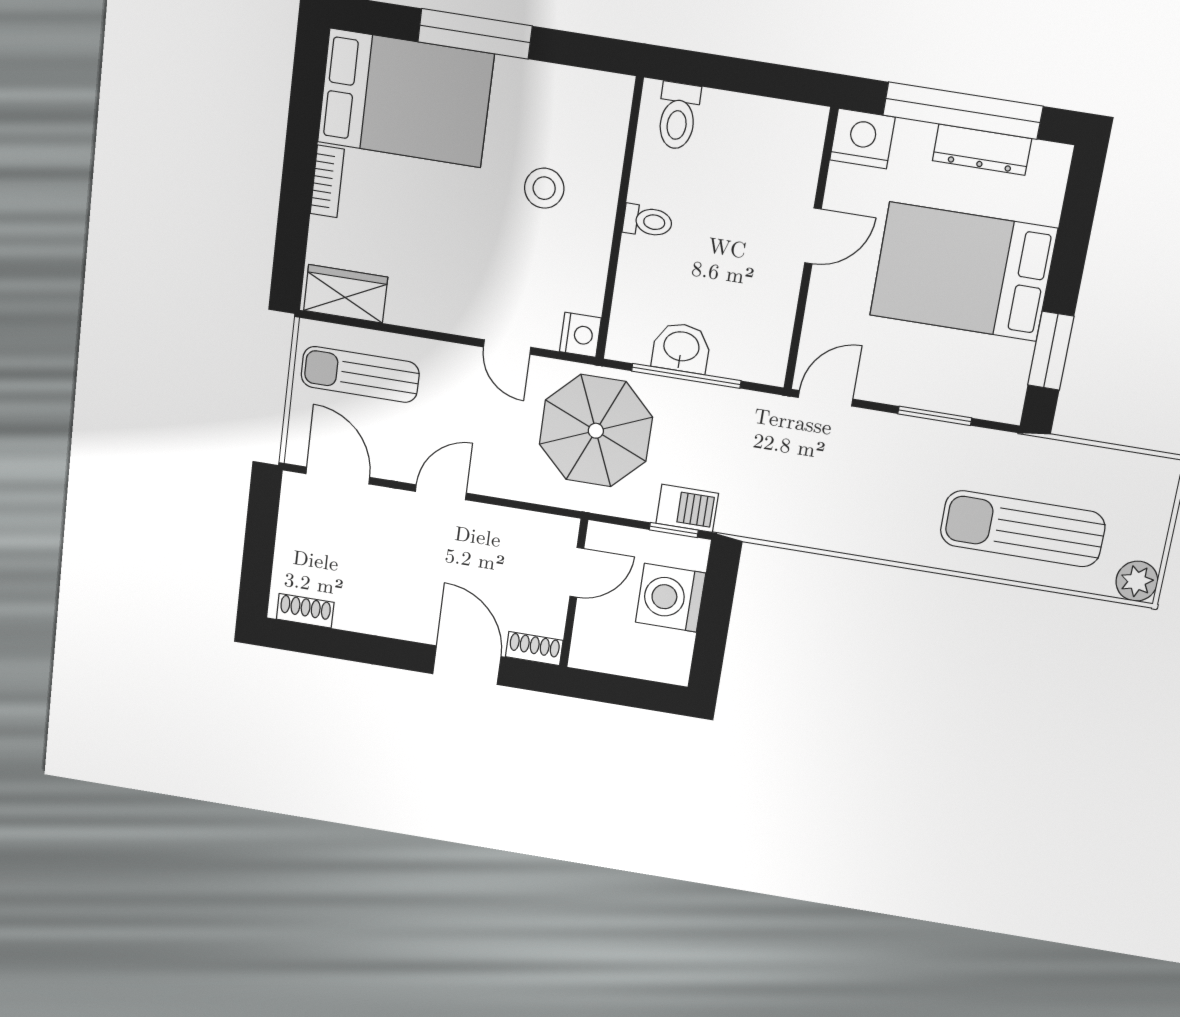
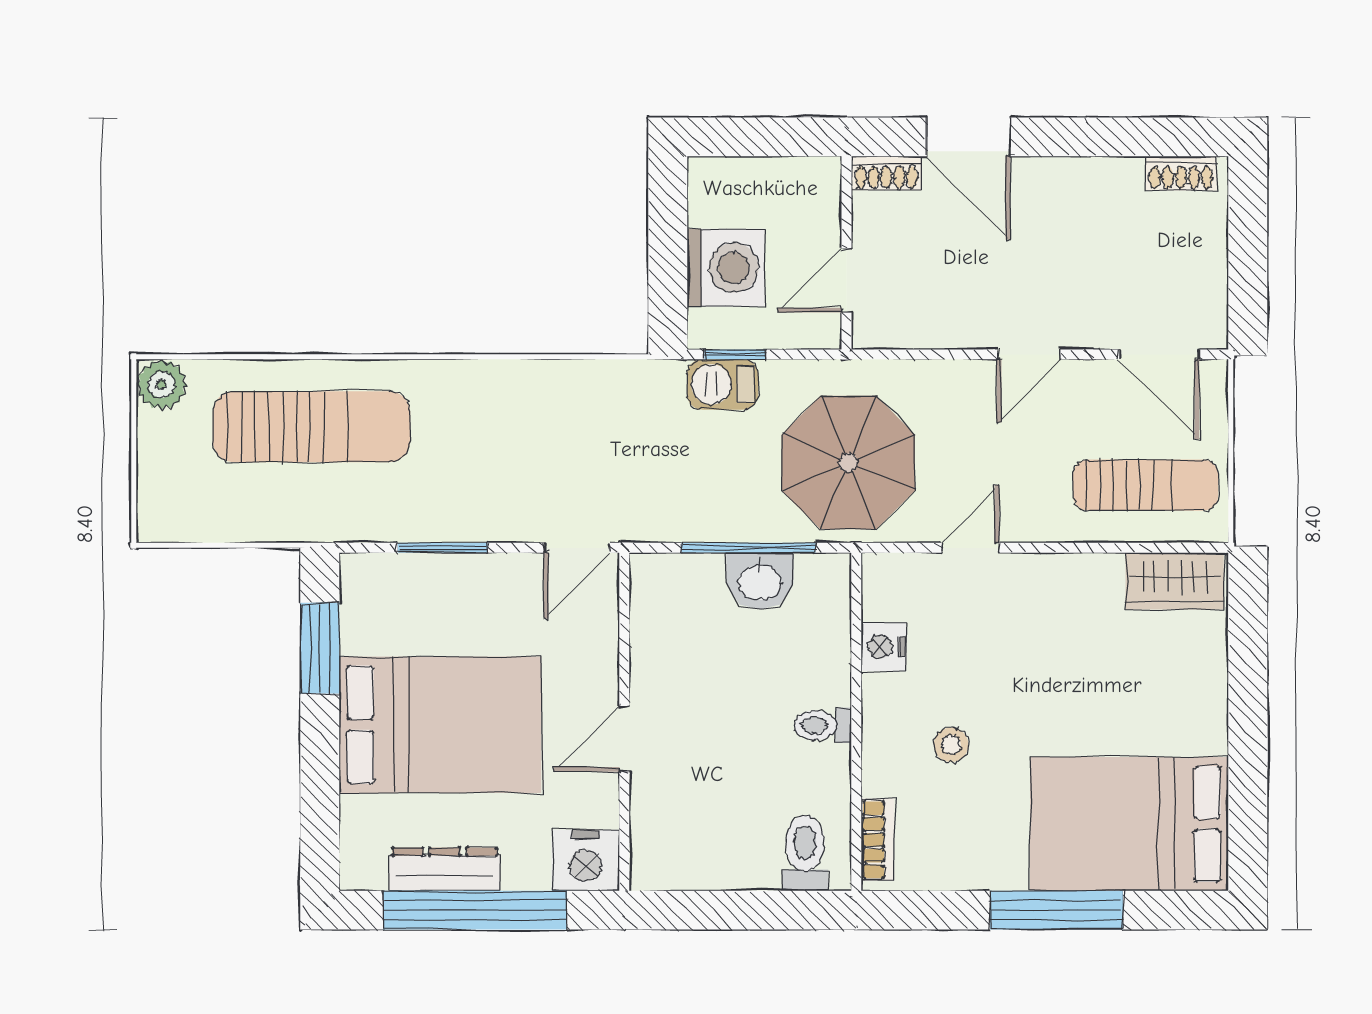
bookcase: (327, 181) -> (878, 840), moved, turned 180
stool: (544, 188) -> (951, 745), width x0.73, depth x0.73
nightstand: (580, 335) -> (884, 647), moved
door: (507, 347) -> (970, 548), hinge flipped

